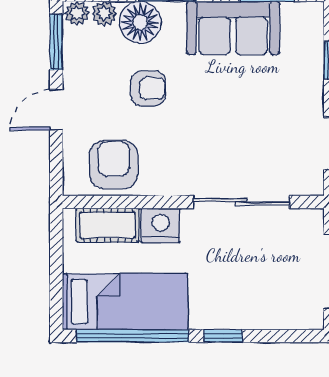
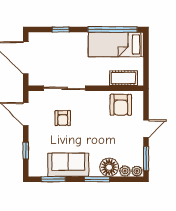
armchair: (148, 88) -> (63, 118), moved, turned -90
nightstand: (161, 225) -> (100, 78), removed
window: (223, 336) -> (61, 29), moved

